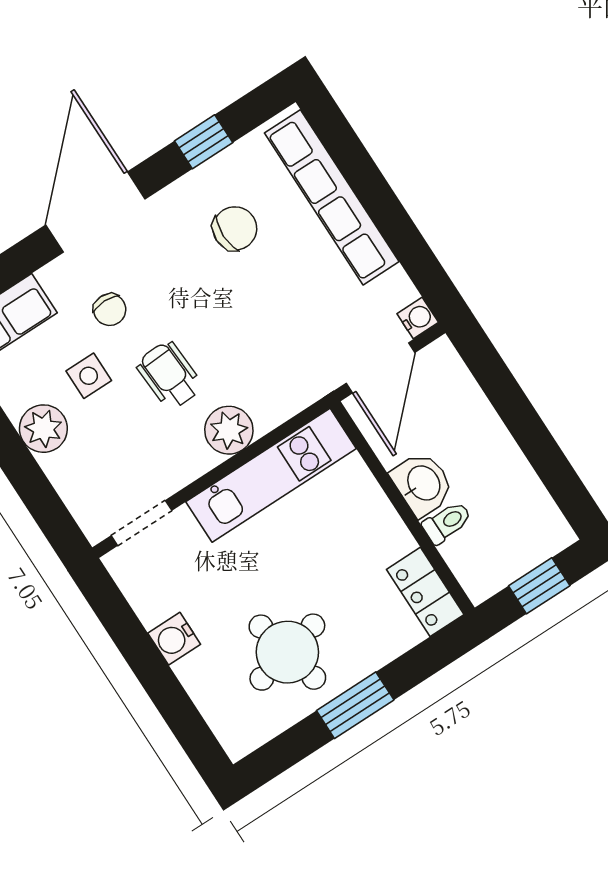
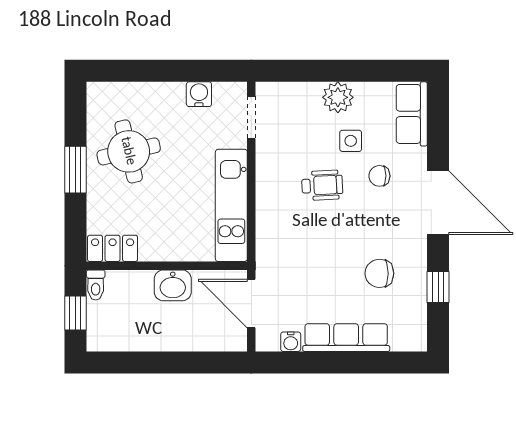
row of seats: (332, 197) -> (346, 338), width x0.73
chair: (235, 228) -> (379, 273), turned 90
water cooler: (418, 318) -> (291, 342), moved
plant: (229, 430) -> (271, 198), removed
toilet: (447, 523) -> (96, 285), moved
water cooler: (174, 639) -> (199, 94), moved

